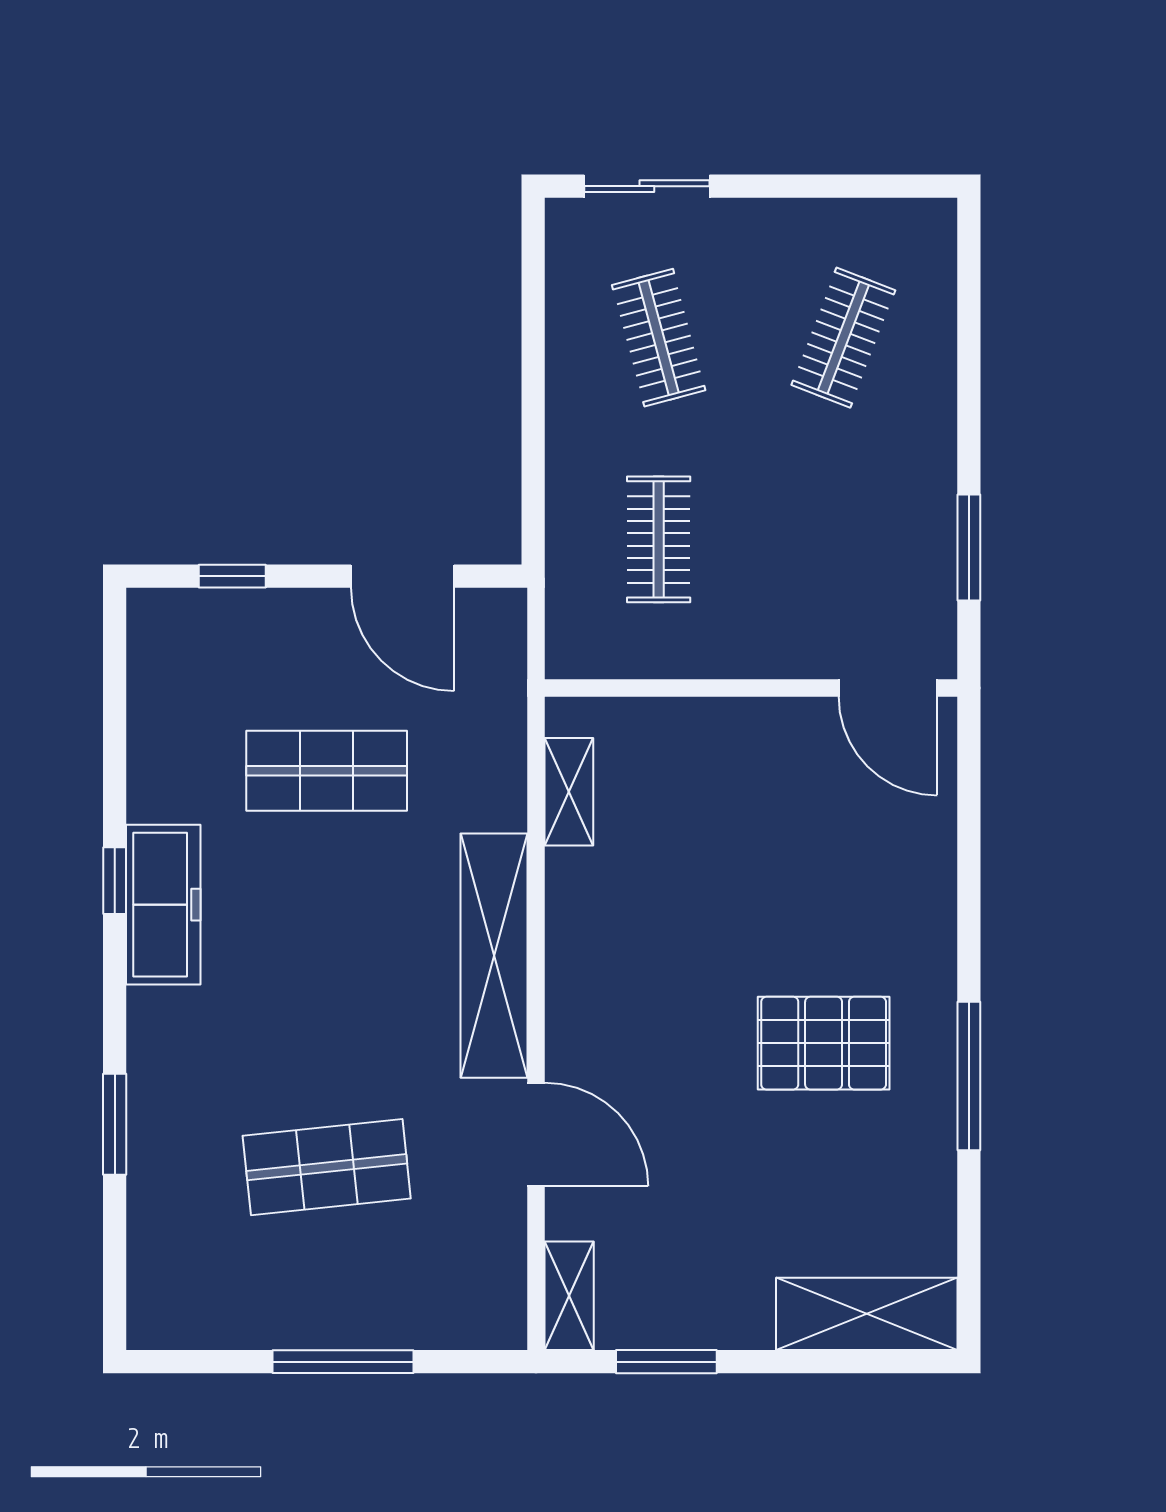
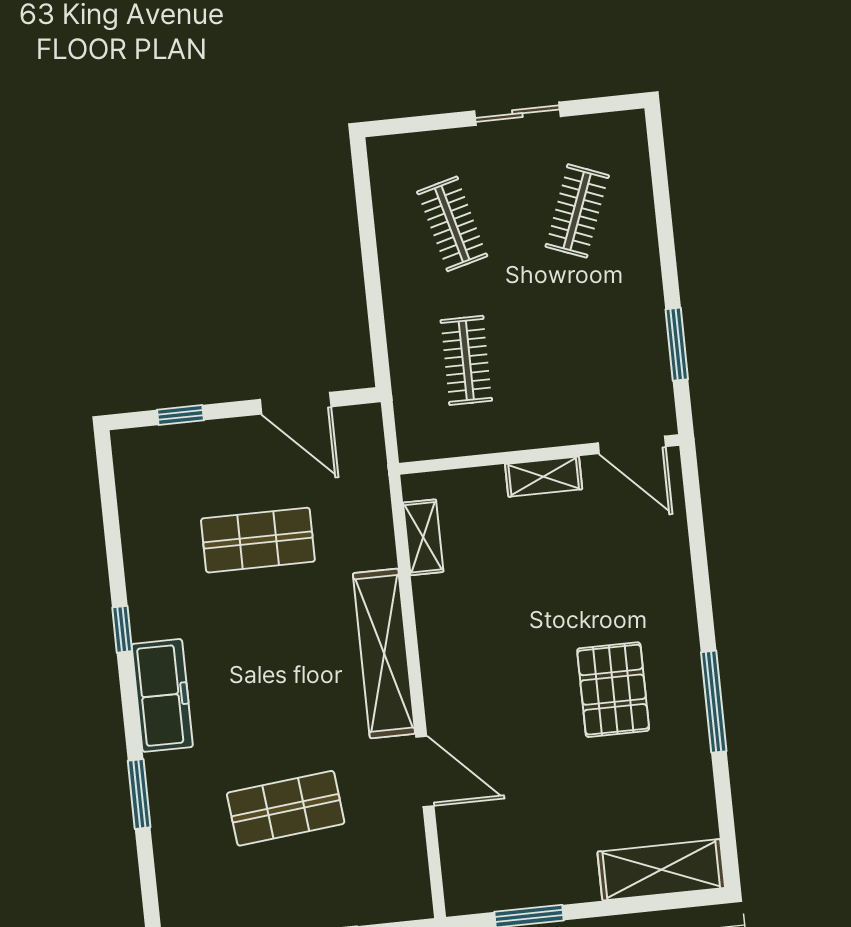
sliding door: (647, 186) -> (517, 114), moved
freezer: (163, 905) -> (162, 695), moved
pallet: (824, 1043) -> (613, 690), turned 90
shelving: (569, 1296) -> (544, 477), moved, turned 90

